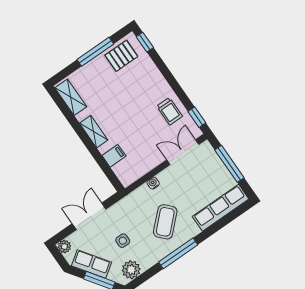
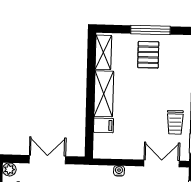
pallet: (121, 56) -> (148, 55), moved, turned 90
shelving: (94, 132) -> (104, 94), width x1.50, depth x1.33

